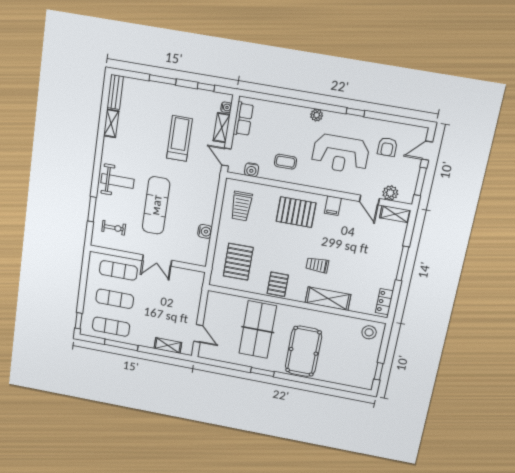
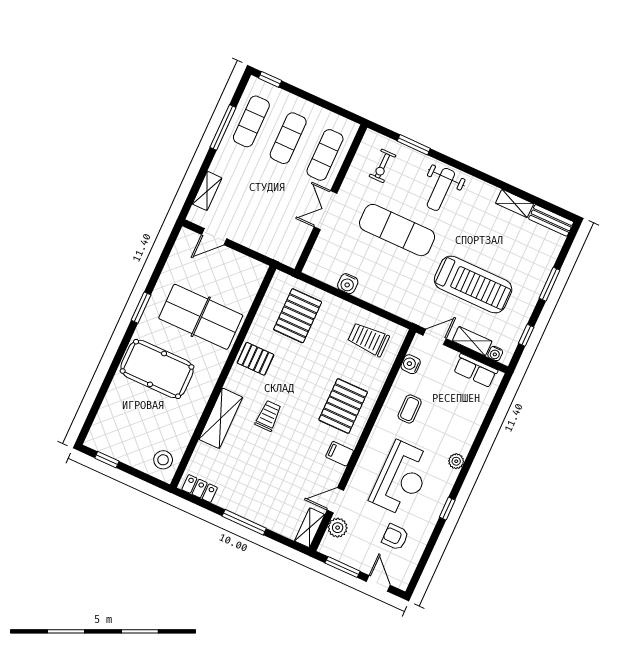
treadmill: (179, 138) -> (473, 284), width x1.37, depth x1.38
reception desk: (340, 154) -> (401, 478), turned 180
pallet: (238, 262) -> (298, 316), turned 90

